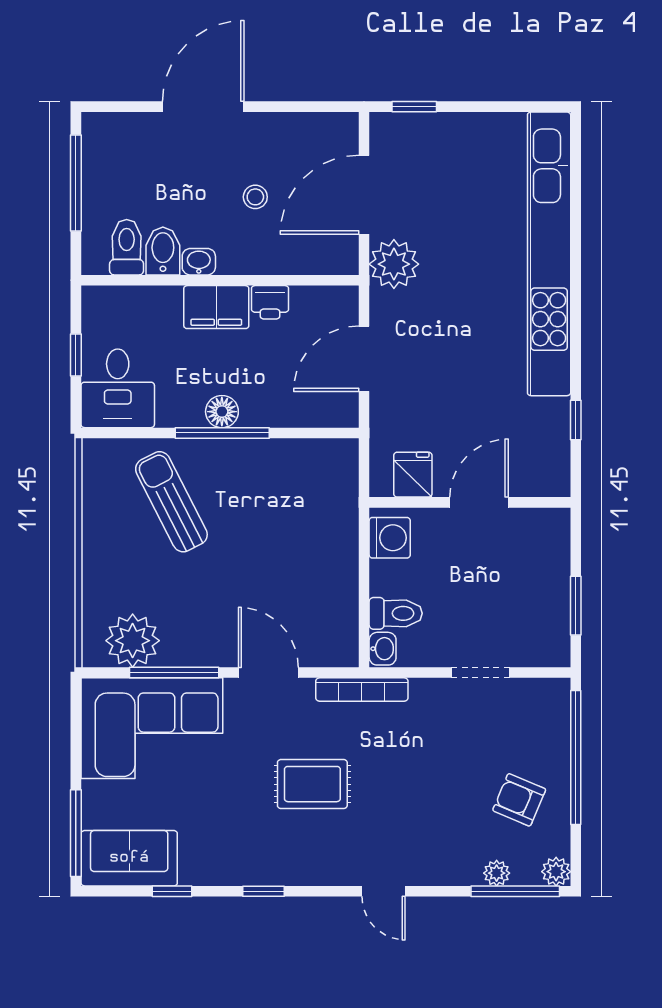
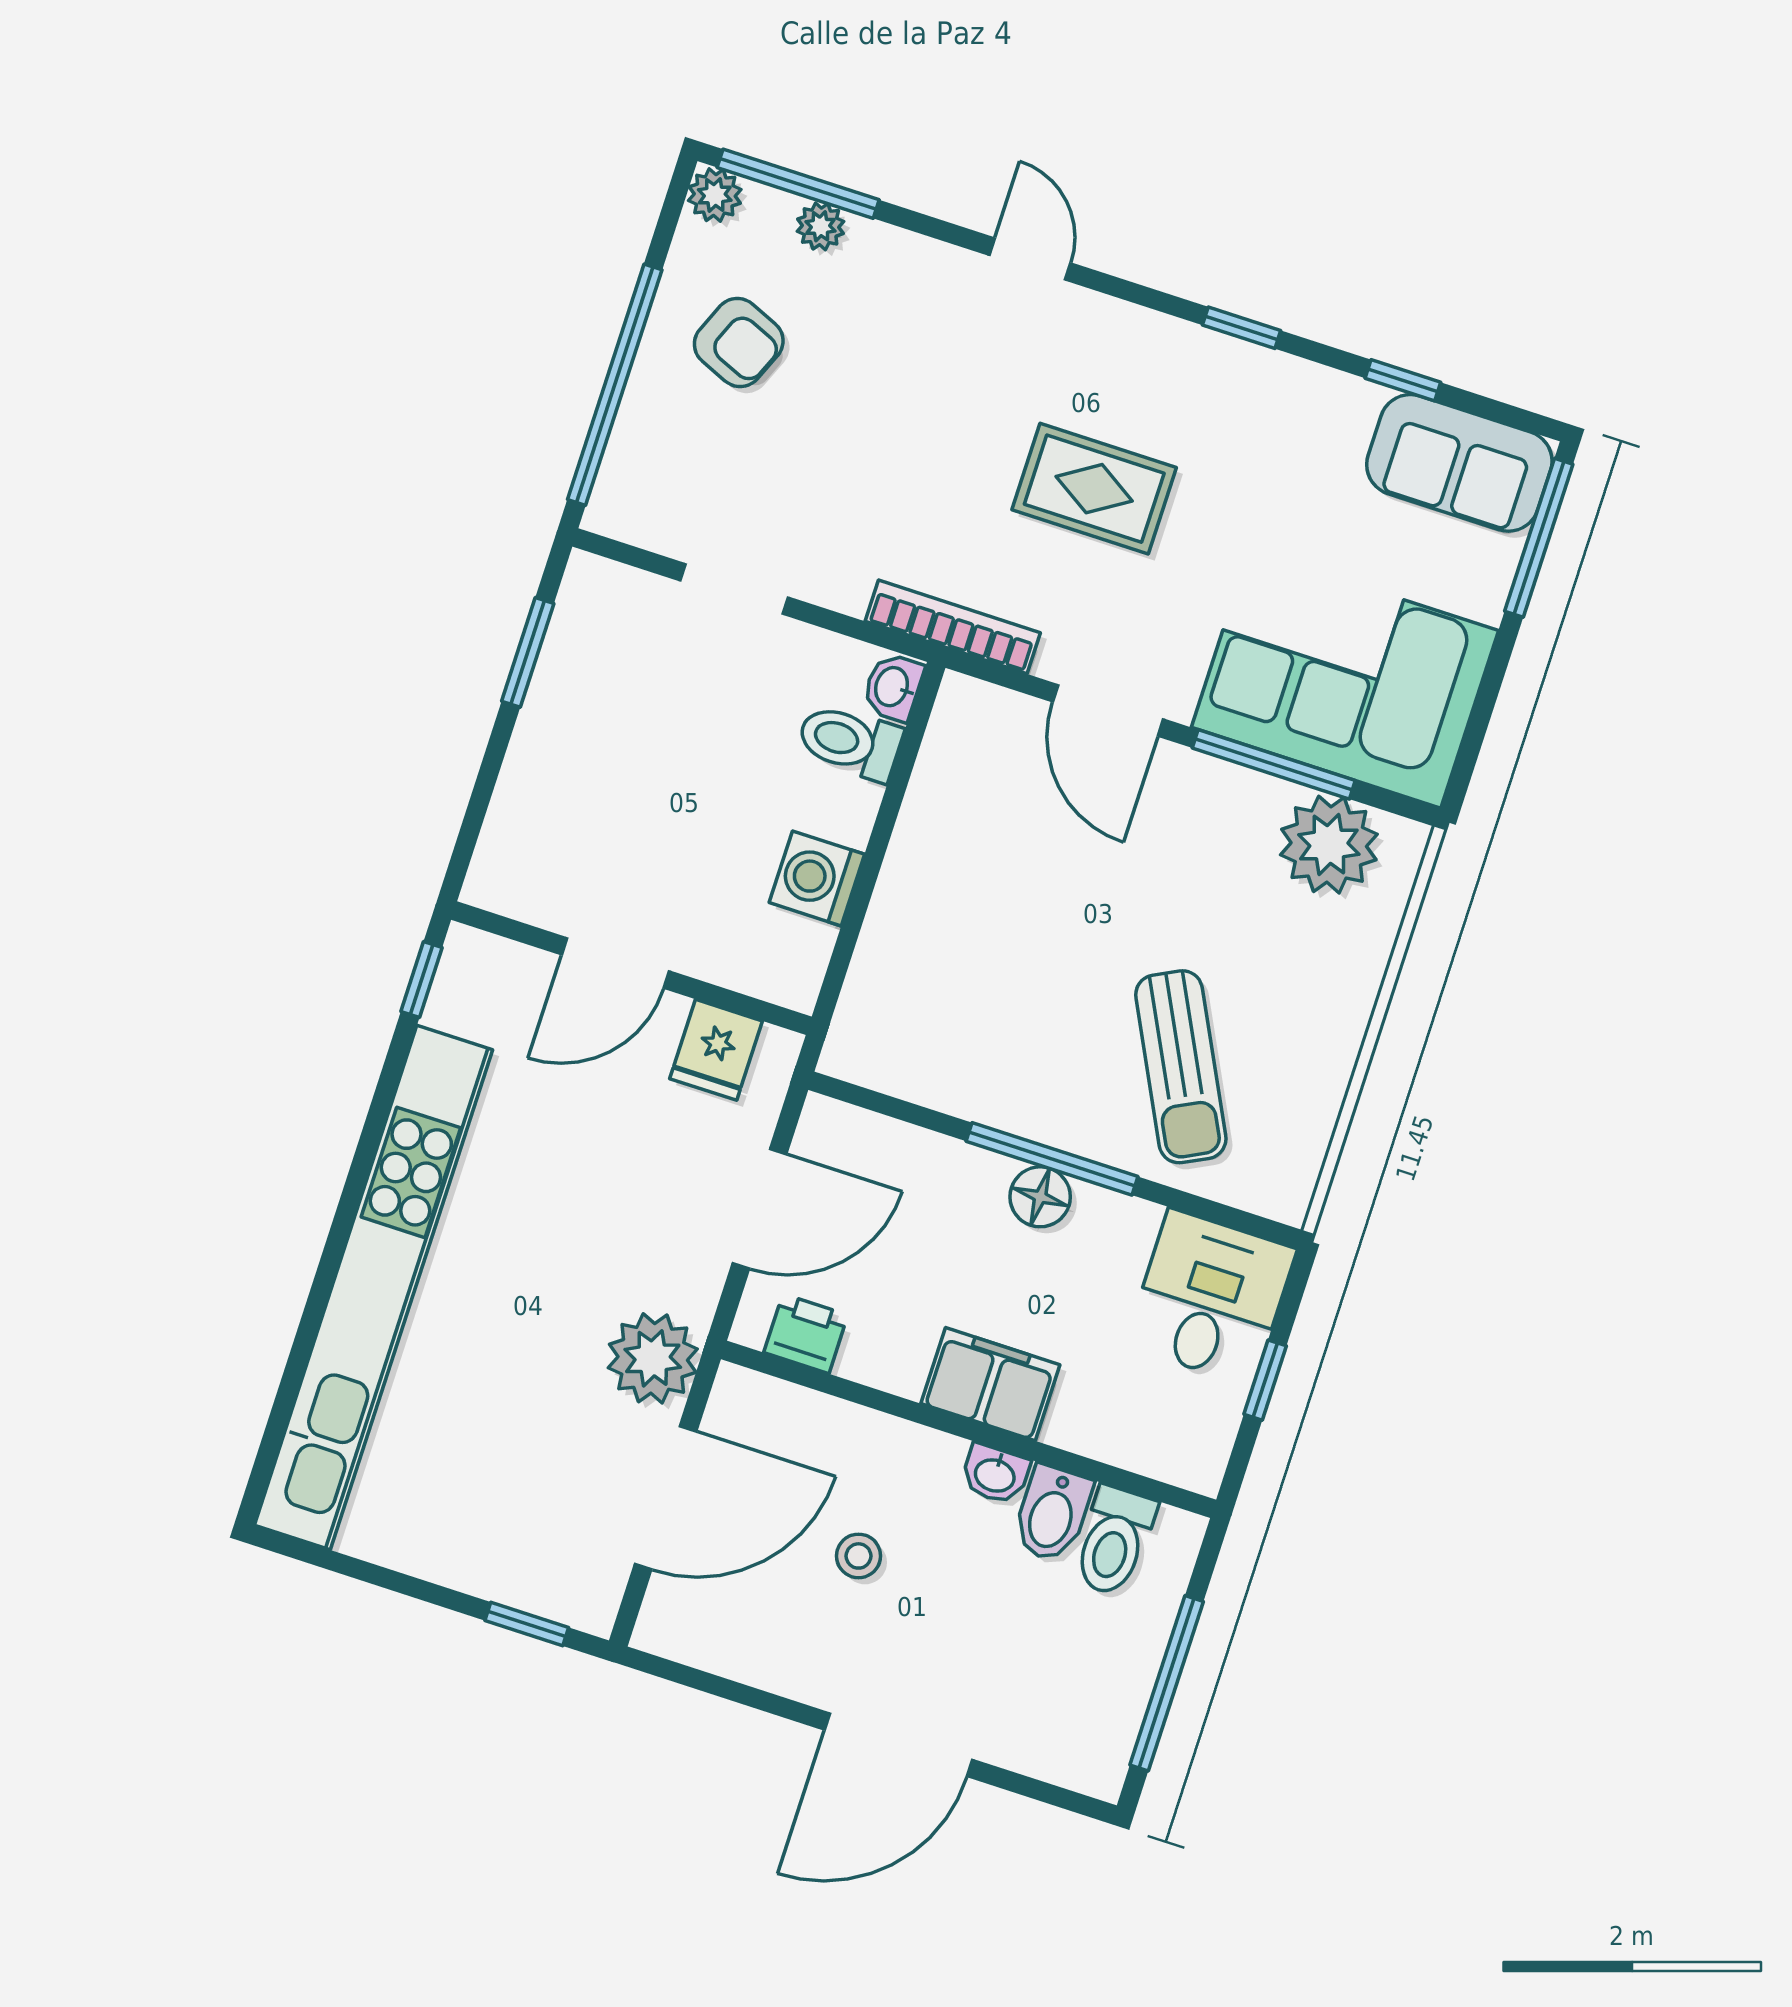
printer: (270, 302) -> (806, 1334), moved
fridge: (413, 475) -> (716, 1050), moved
wall: (470, 502) -> (631, 968), moved
door: (479, 502) -> (615, 963), moved

